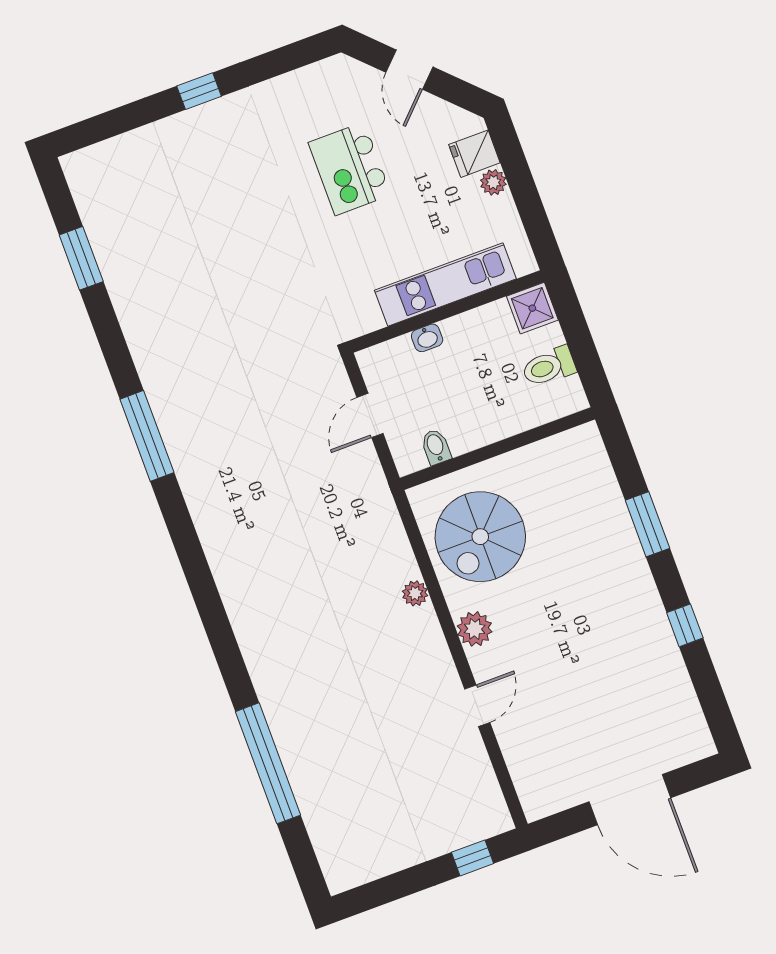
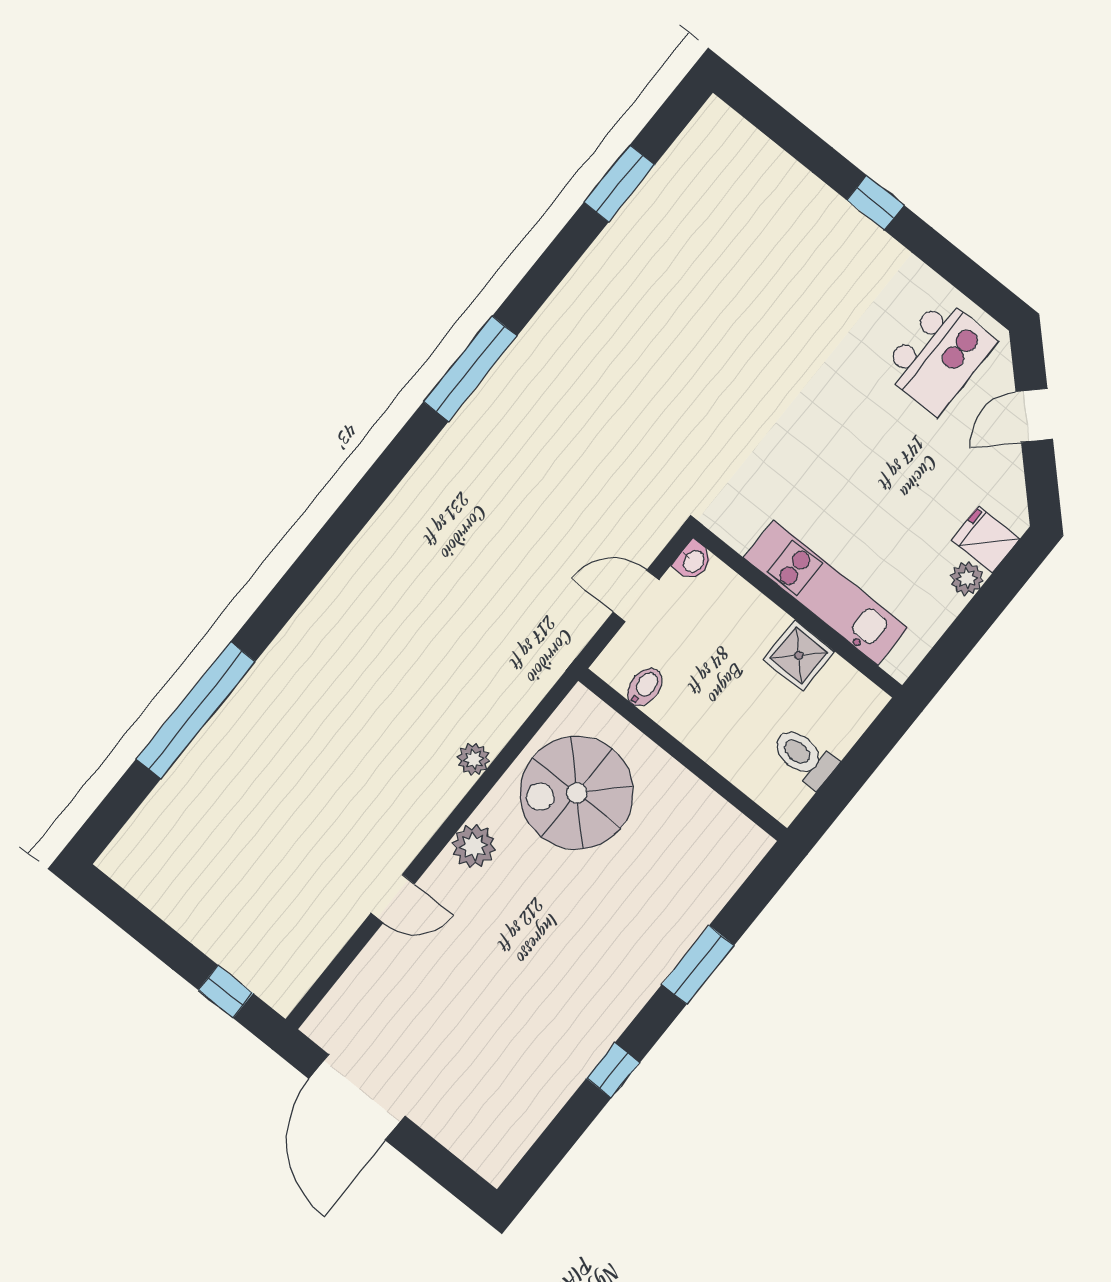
kitchen island: (350, 169) -> (939, 356), moved, turned 180
shower: (532, 308) -> (799, 655), moved
washbasin: (427, 338) -> (693, 561), moved, turned -90
door: (630, 800) -> (357, 1097), moved

